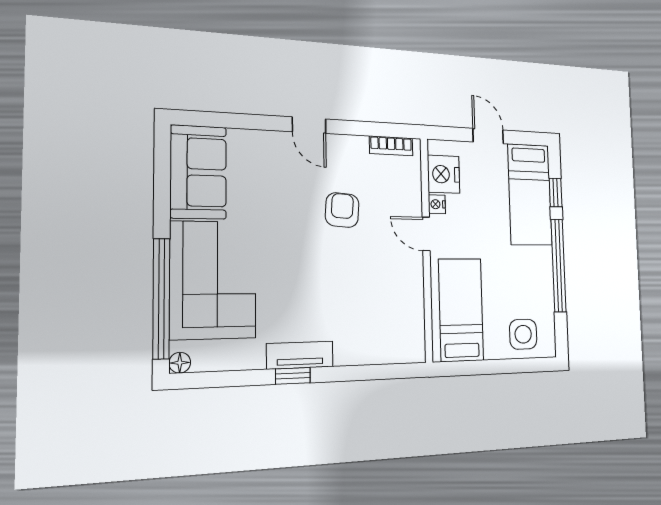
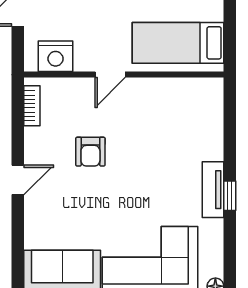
nightstand: (437, 204) -> (83, 64), removed
armchair: (342, 210) -> (90, 152), turned -94

